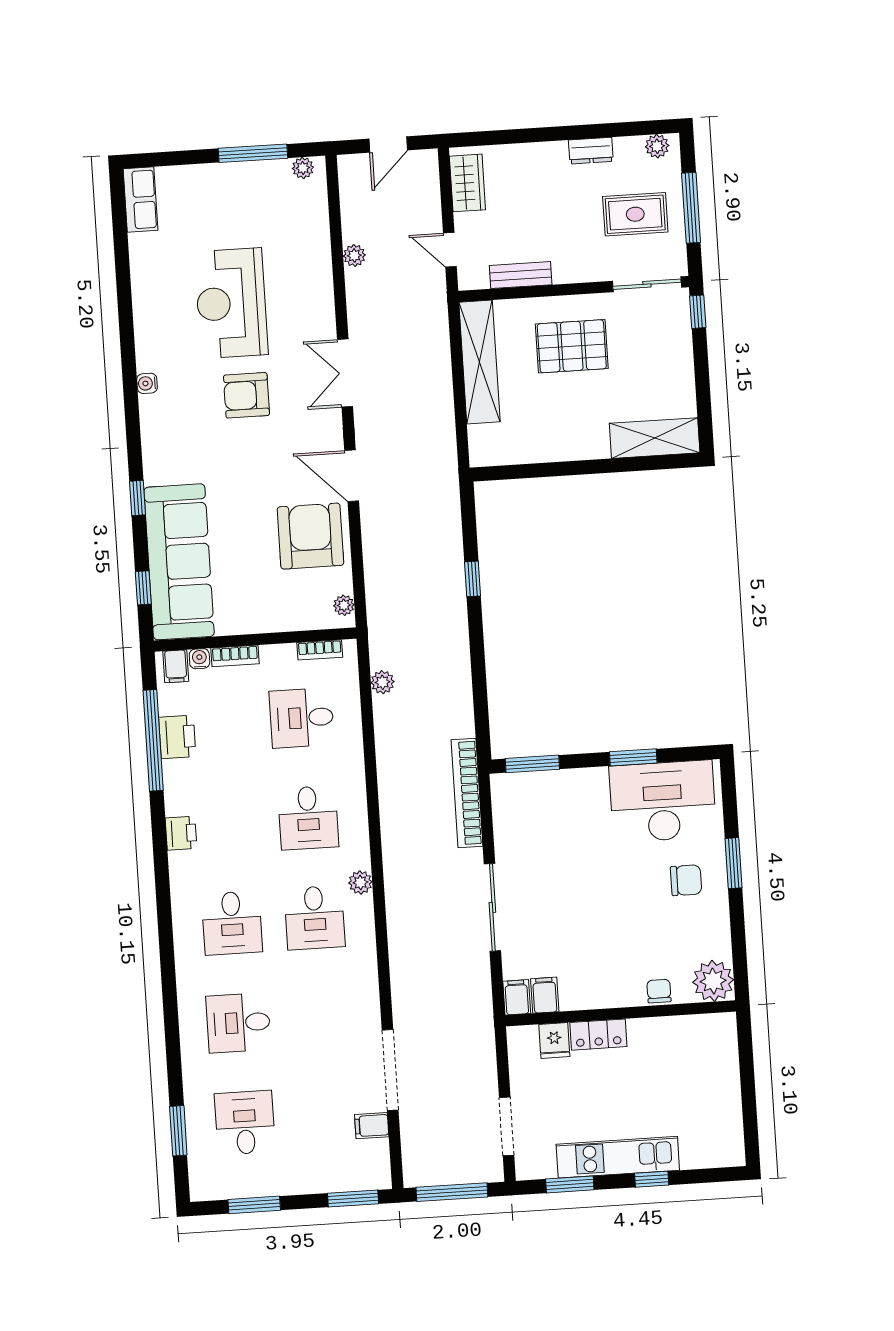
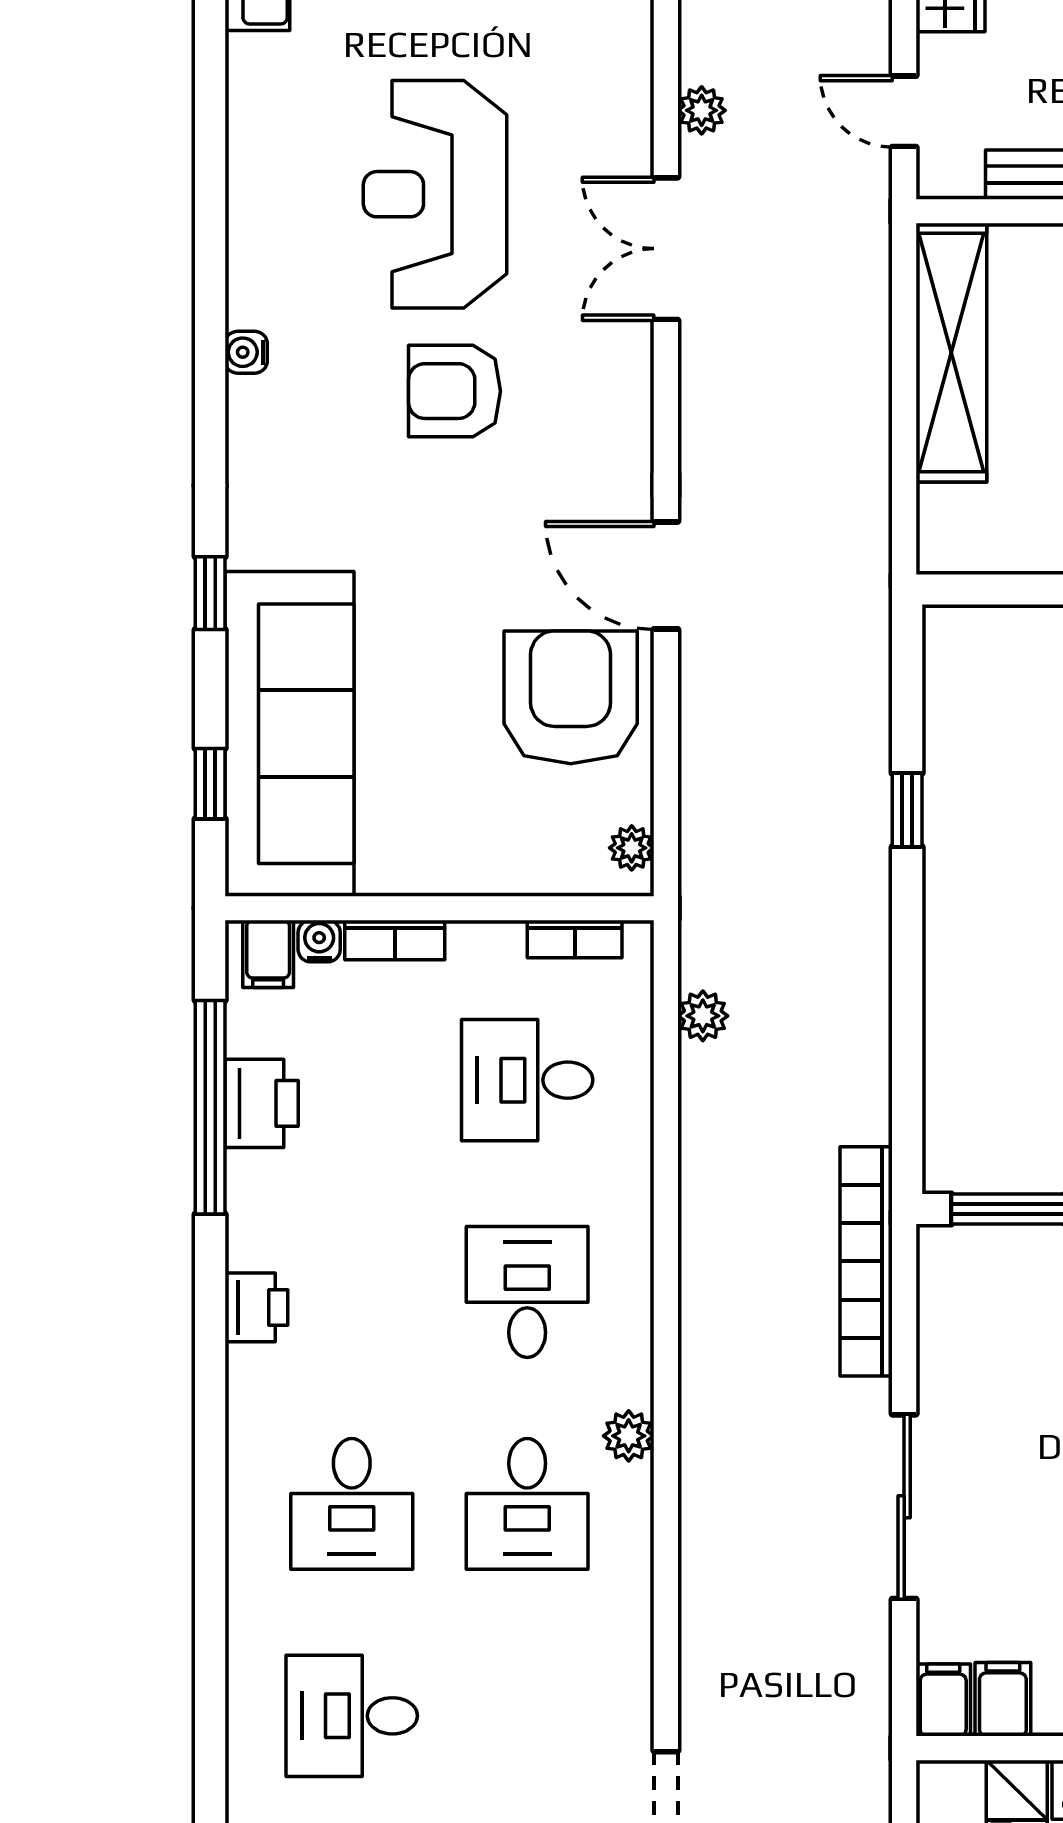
double door: (345, 373) -> (666, 249), moved
desk: (308, 818) -> (527, 1292), turned 180

